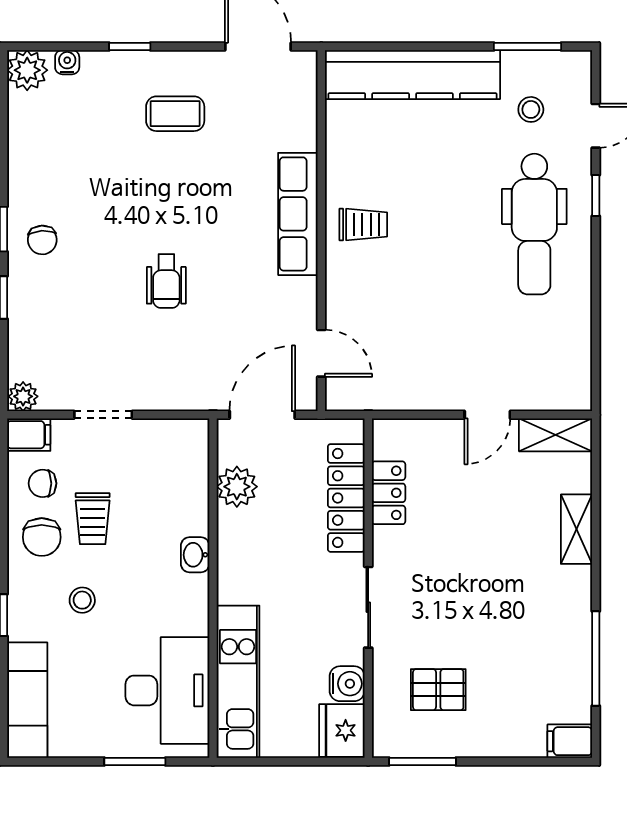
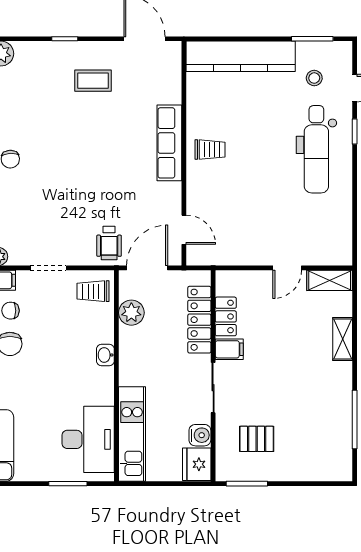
water cooler: (67, 62) -> (26, 49), removed
wheelchair: (166, 281) -> (109, 243), moved
trolley: (93, 519) -> (93, 291), moved, turned 90
stool: (82, 600) -> (35, 383), removed
filing cabinet: (570, 741) -> (229, 349), moved, turned 180

